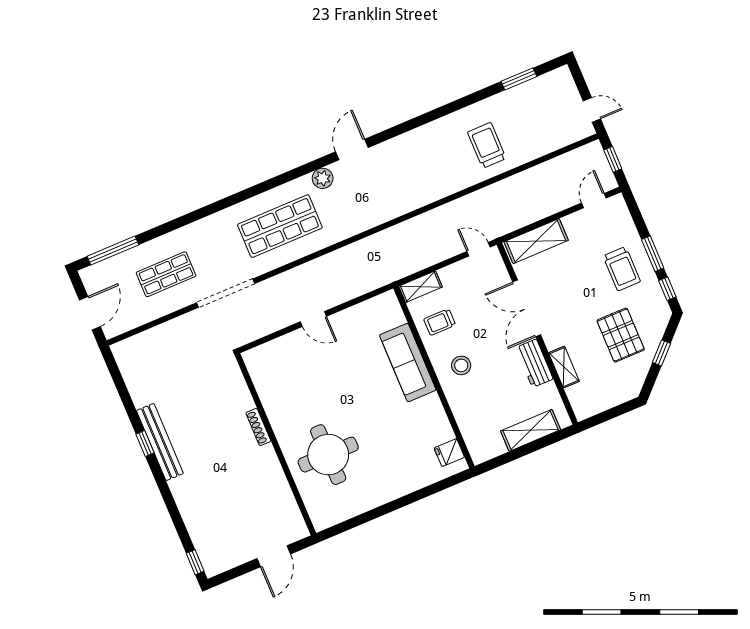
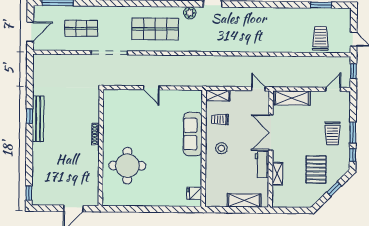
trolley: (487, 145) -> (320, 38), moved

